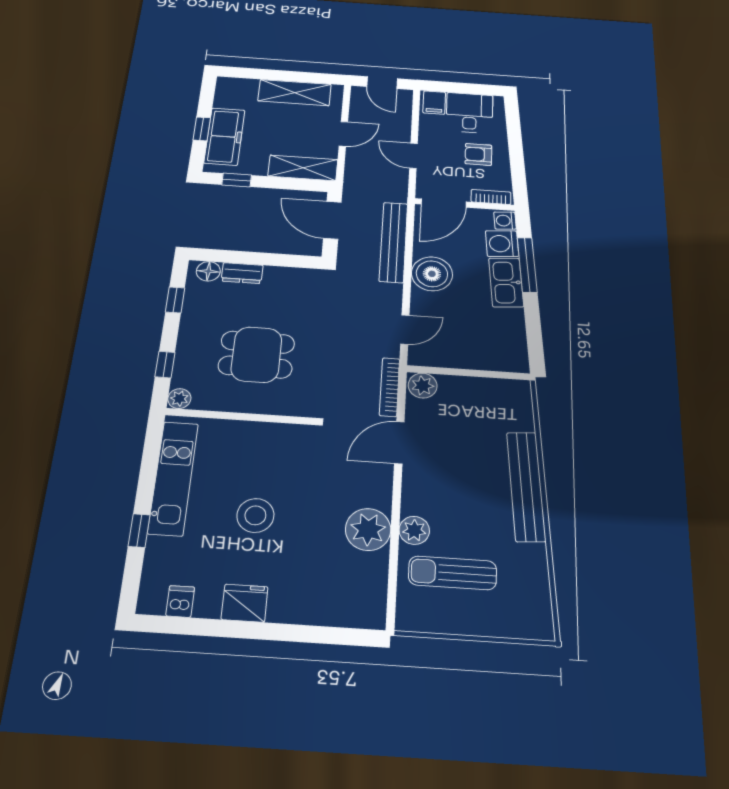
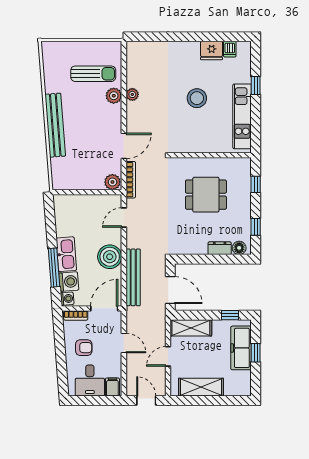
plant: (179, 399) -> (245, 164), removed
plant: (368, 530) -> (132, 94), width x0.53, depth x0.53
fridge: (245, 603) -> (212, 50), moved

